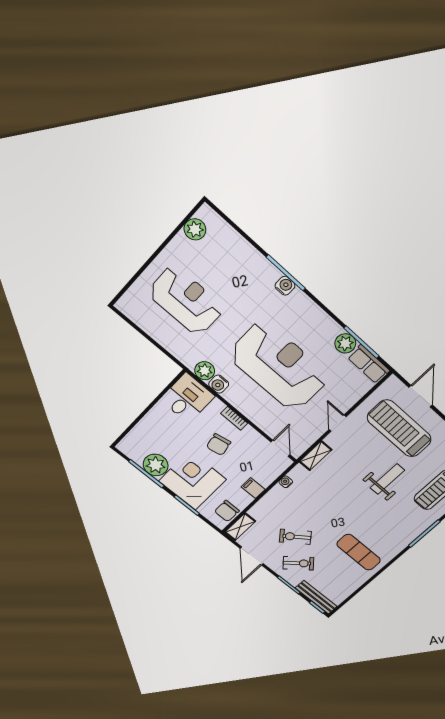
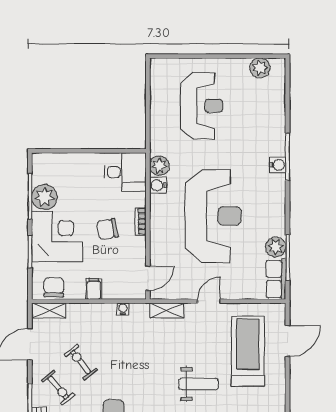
chair: (227, 511) -> (54, 287), turned 90

